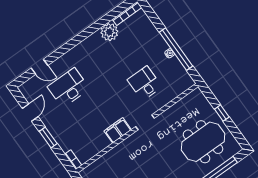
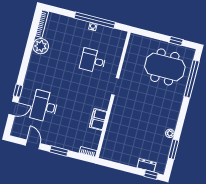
window: (57, 54) -> (18, 91), added
window: (222, 113) -> (176, 41), moved
filing cabinet: (118, 130) -> (98, 119), moved
meeting table: (203, 142) -> (165, 67), turned 90

